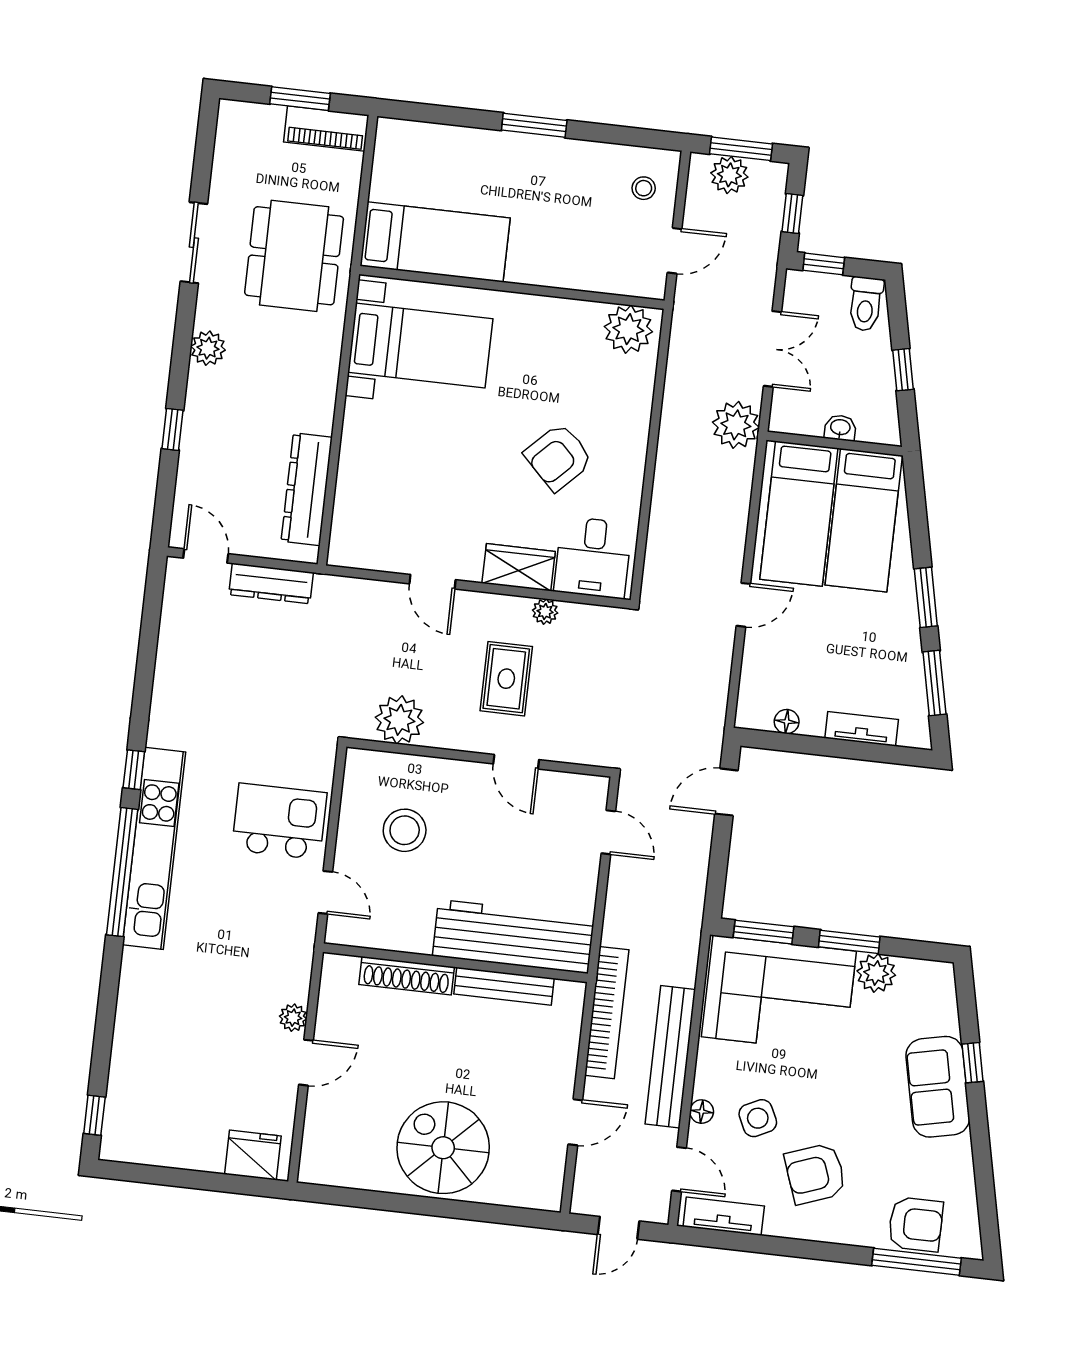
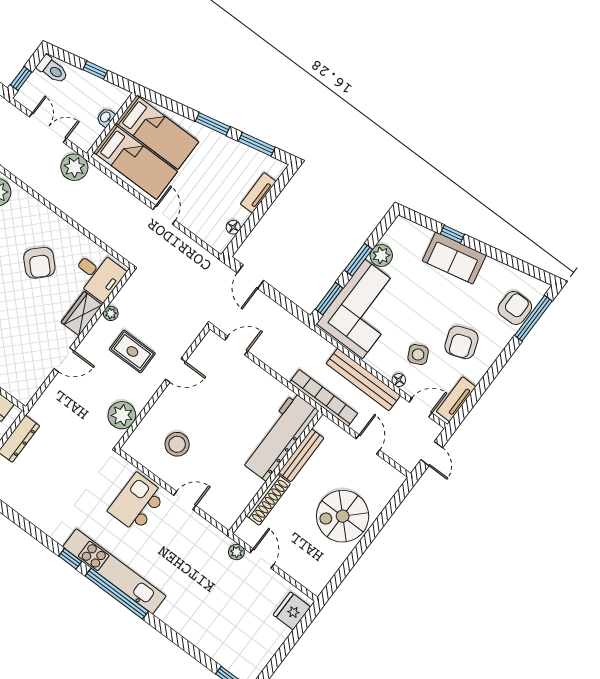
workbench: (513, 936) -> (280, 437), moved
wall: (455, 963) -> (276, 472), moved
shoe rack: (407, 976) -> (268, 500), moved
bench: (504, 986) -> (301, 455), moved

